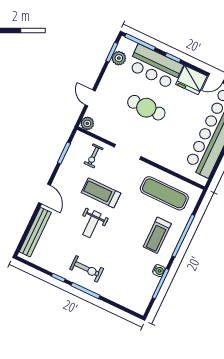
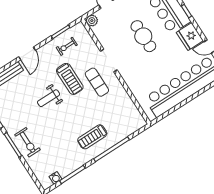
exercise bike: (93, 156) -> (67, 46), moved
treadmill: (101, 193) -> (70, 79), turned 180
exercise mat: (164, 193) -> (97, 82), moved, width x0.73, depth x0.69
exercise bike: (87, 269) -> (28, 142), moved
water cooler: (159, 271) -> (55, 178), moved

